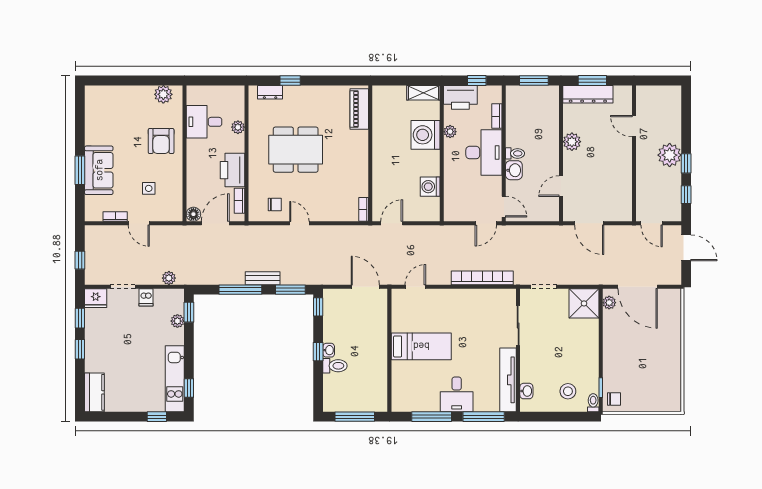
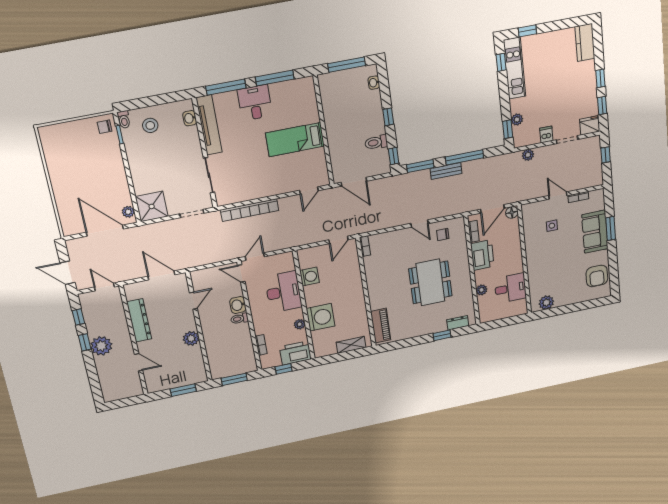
shelving: (423, 93) -> (351, 345), moved
dresser: (588, 94) -> (139, 320), moved, turned 90
armchair: (161, 141) -> (597, 276), moved, turned 180
dining table: (296, 150) -> (430, 282), turned 90
desk: (484, 153) -> (283, 292), moved, turned 180
washbasin: (329, 350) -> (374, 83), moved
toilet: (335, 366) -> (376, 142), moved

